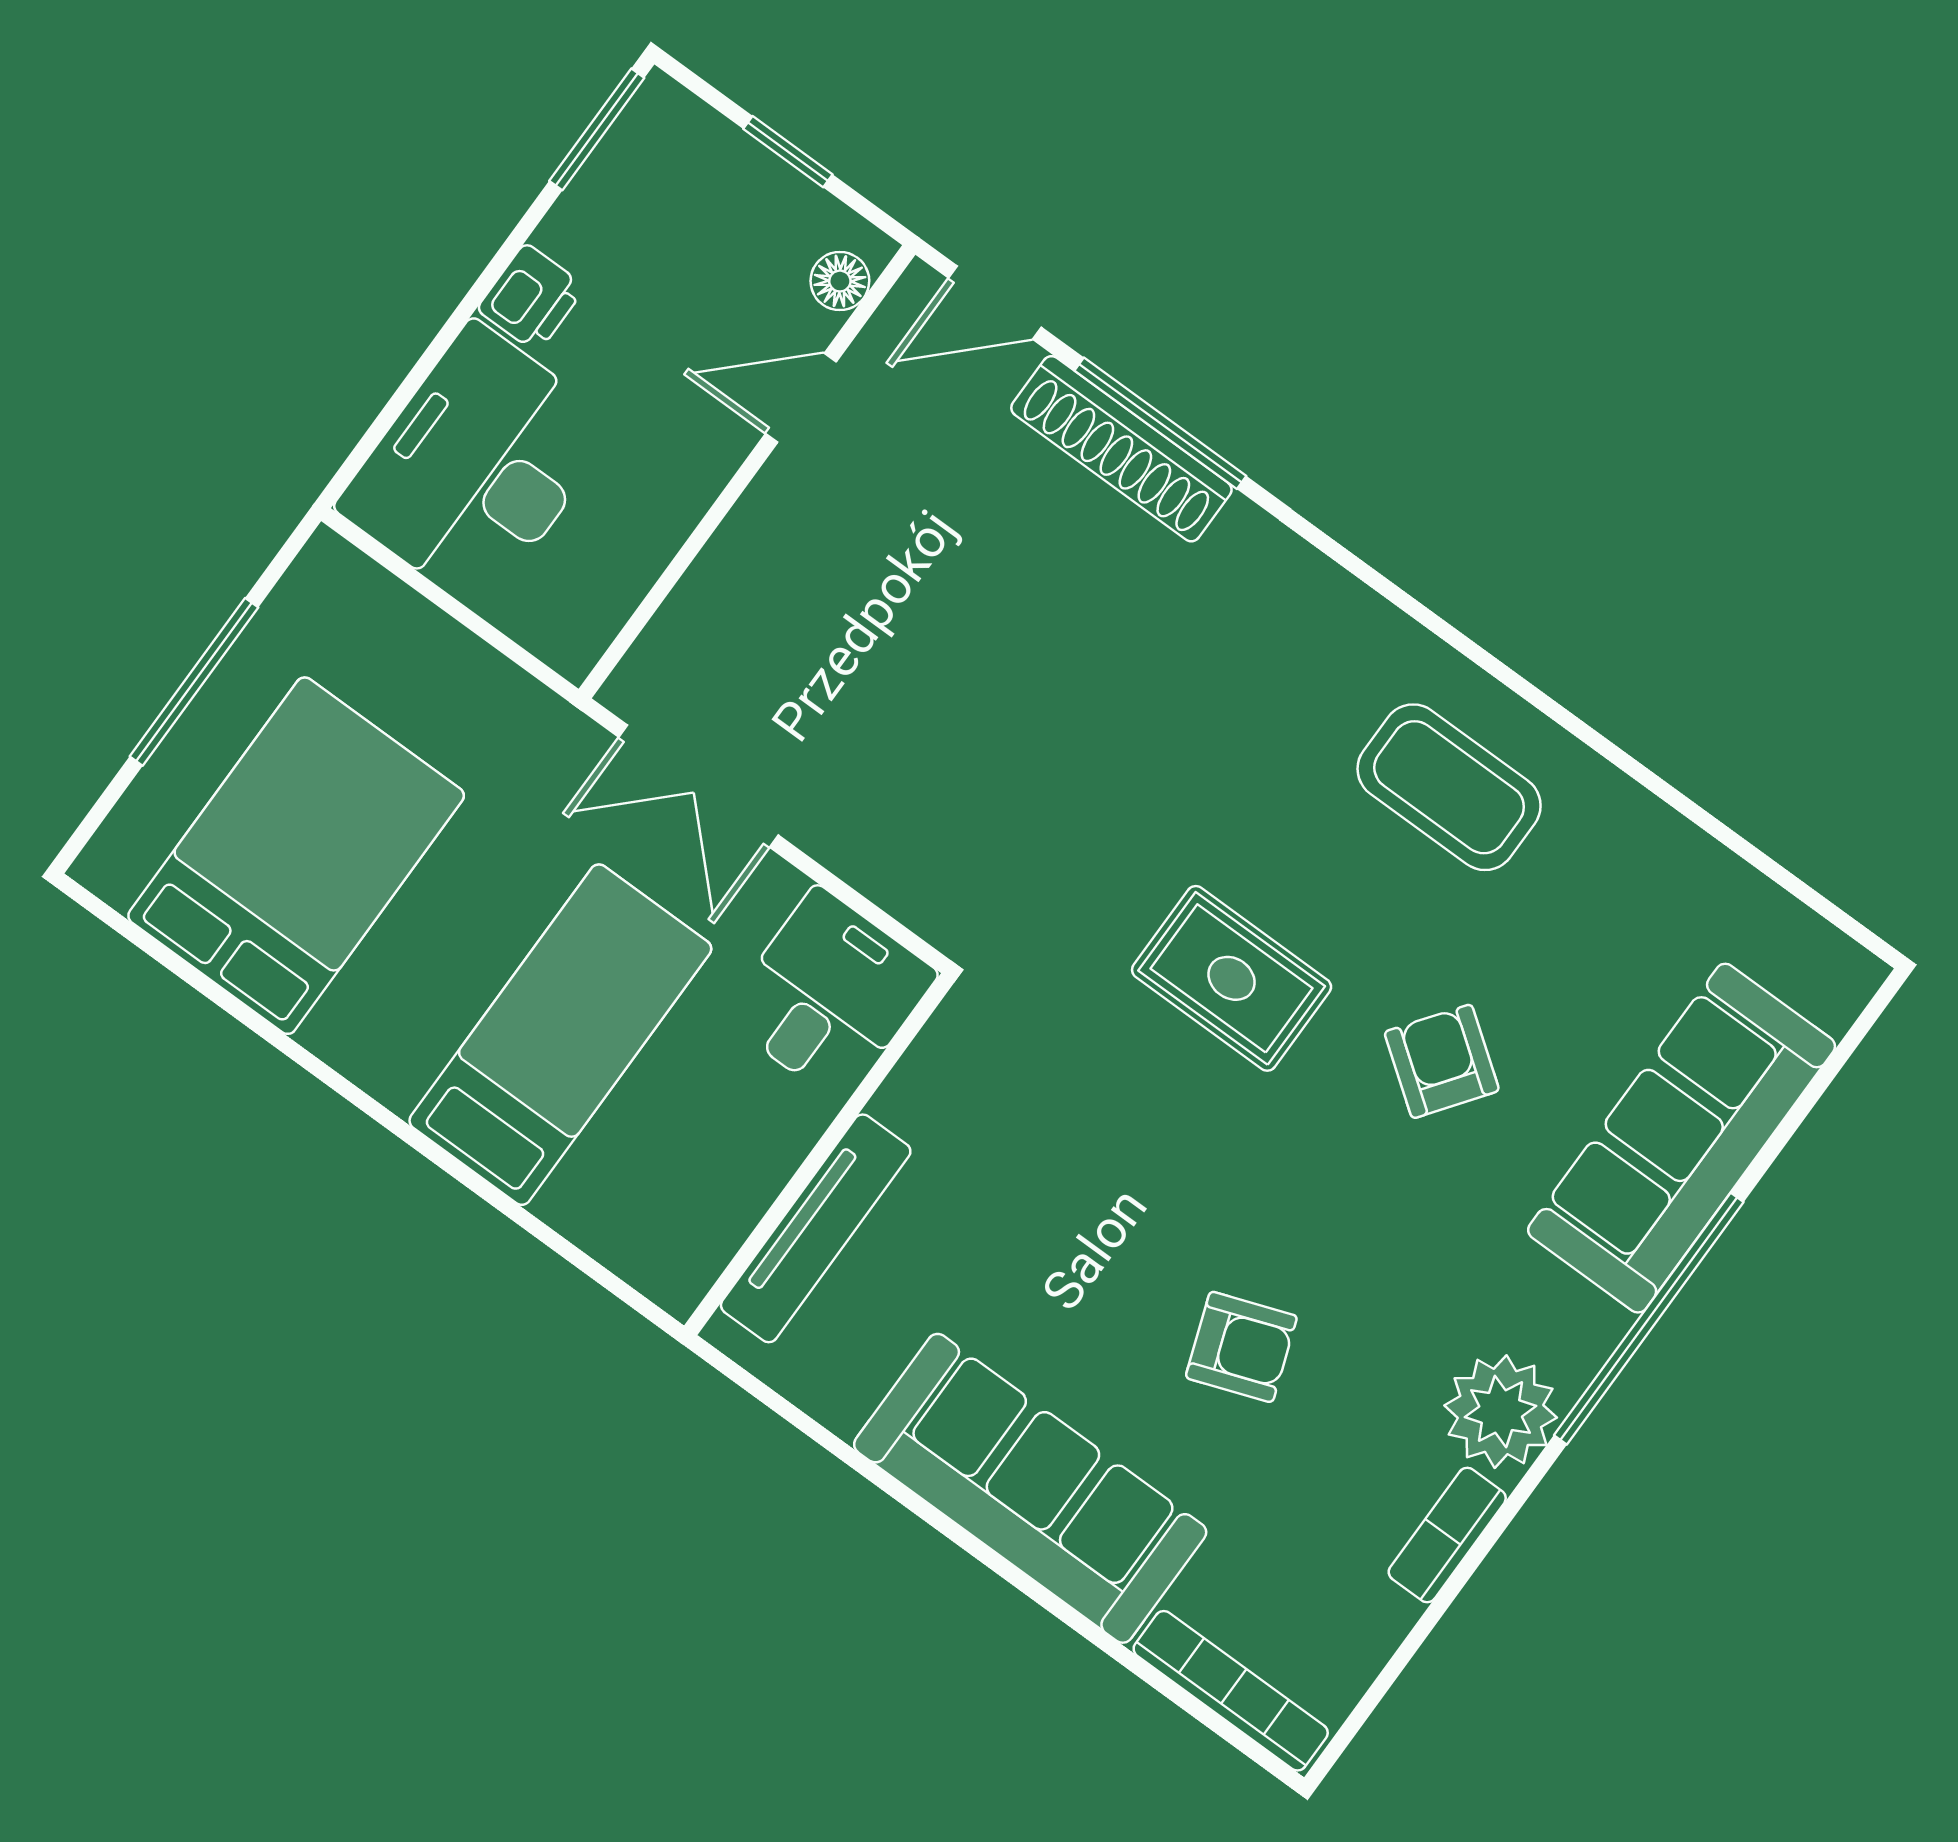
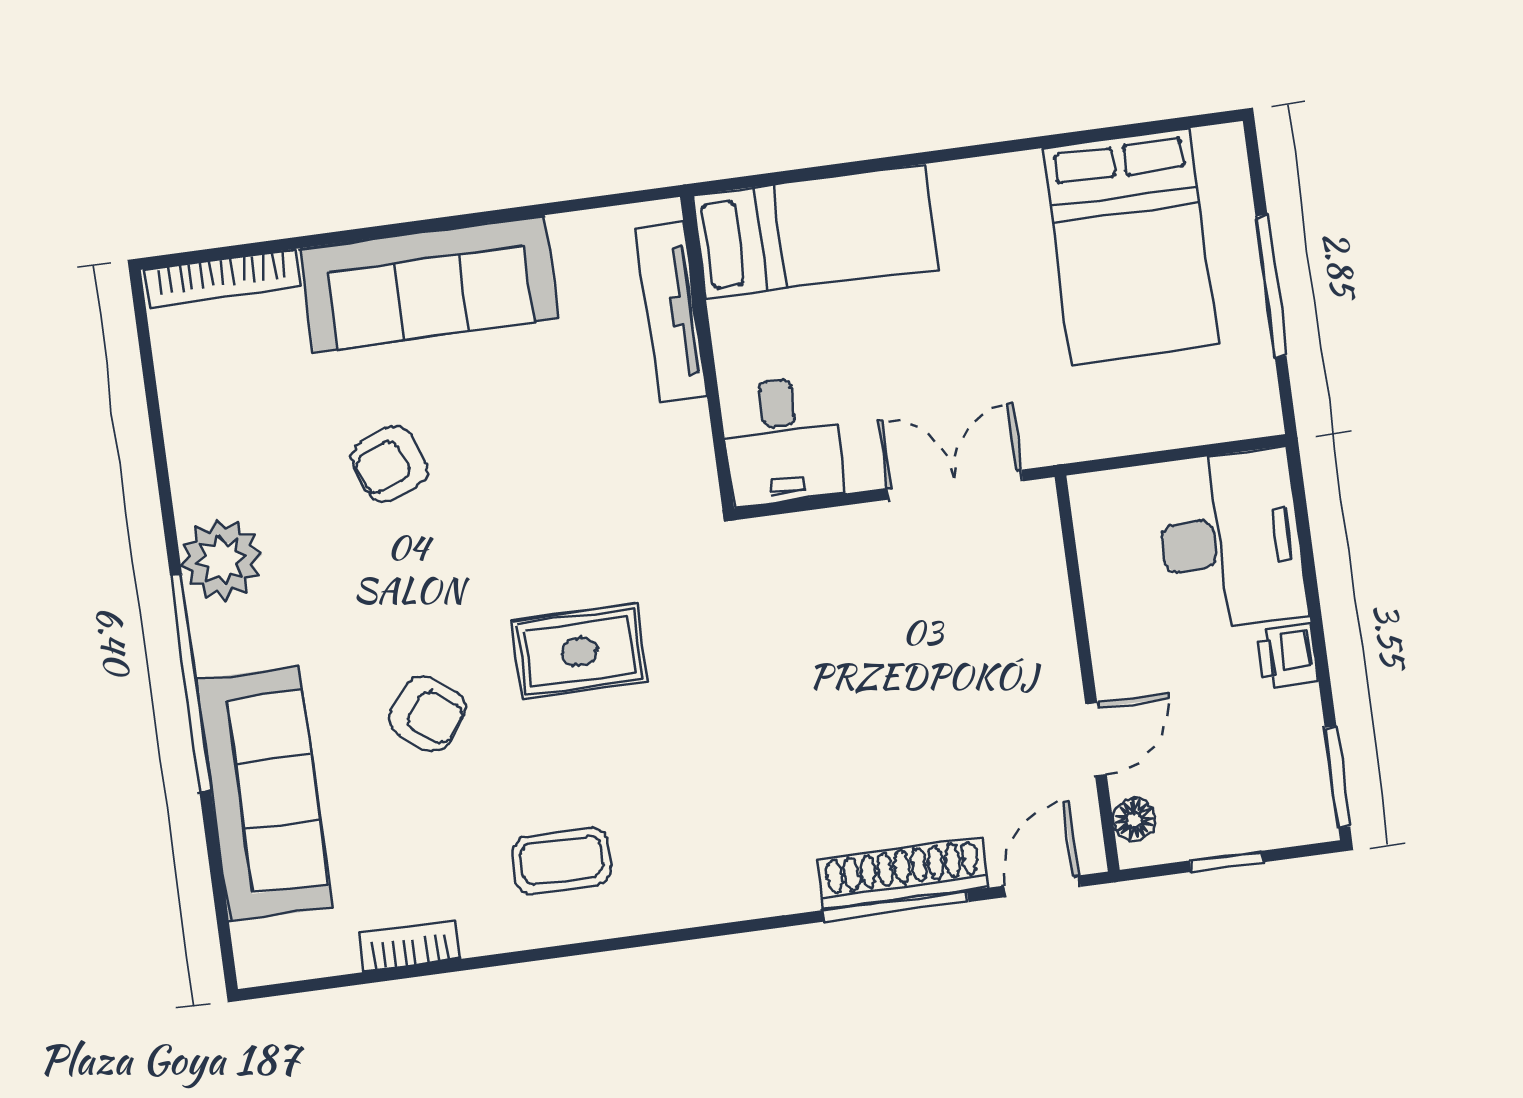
coffee table: (1449, 787) -> (562, 861), width x0.73, depth x0.77
bed: (560, 1035) -> (815, 232), moved, turned -90
bookcase: (1447, 1535) -> (409, 946), moved, turned -90

